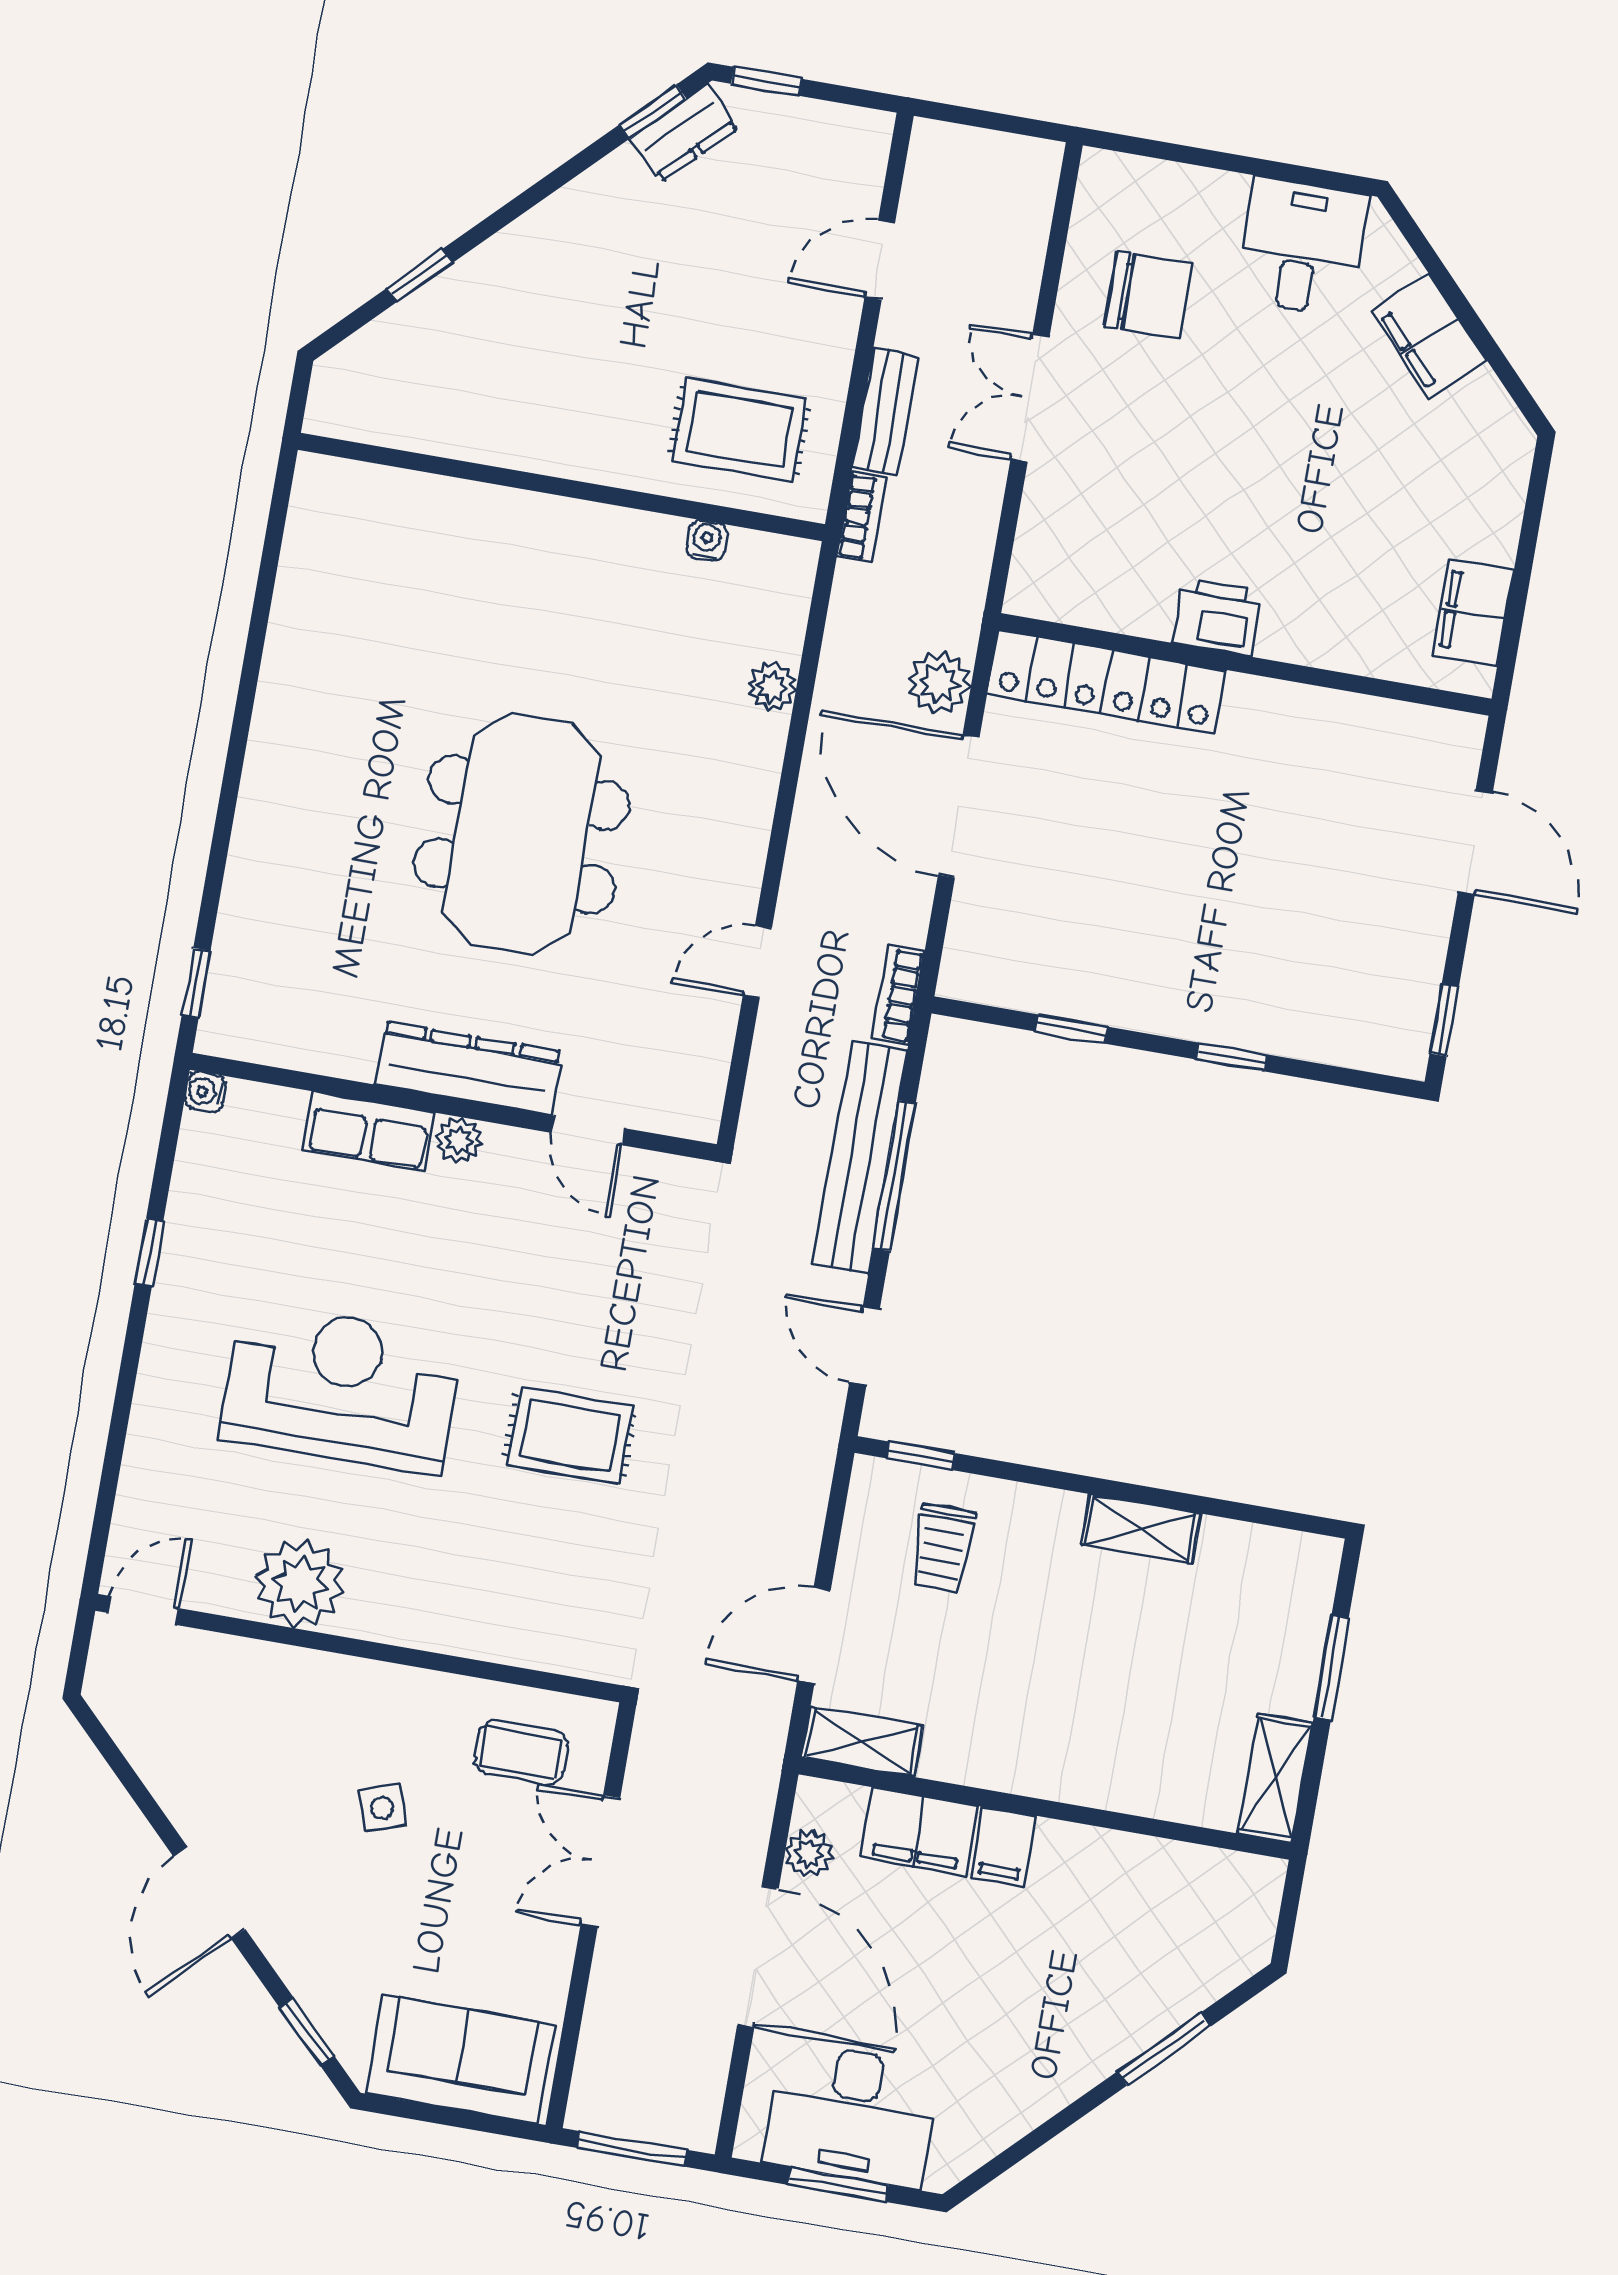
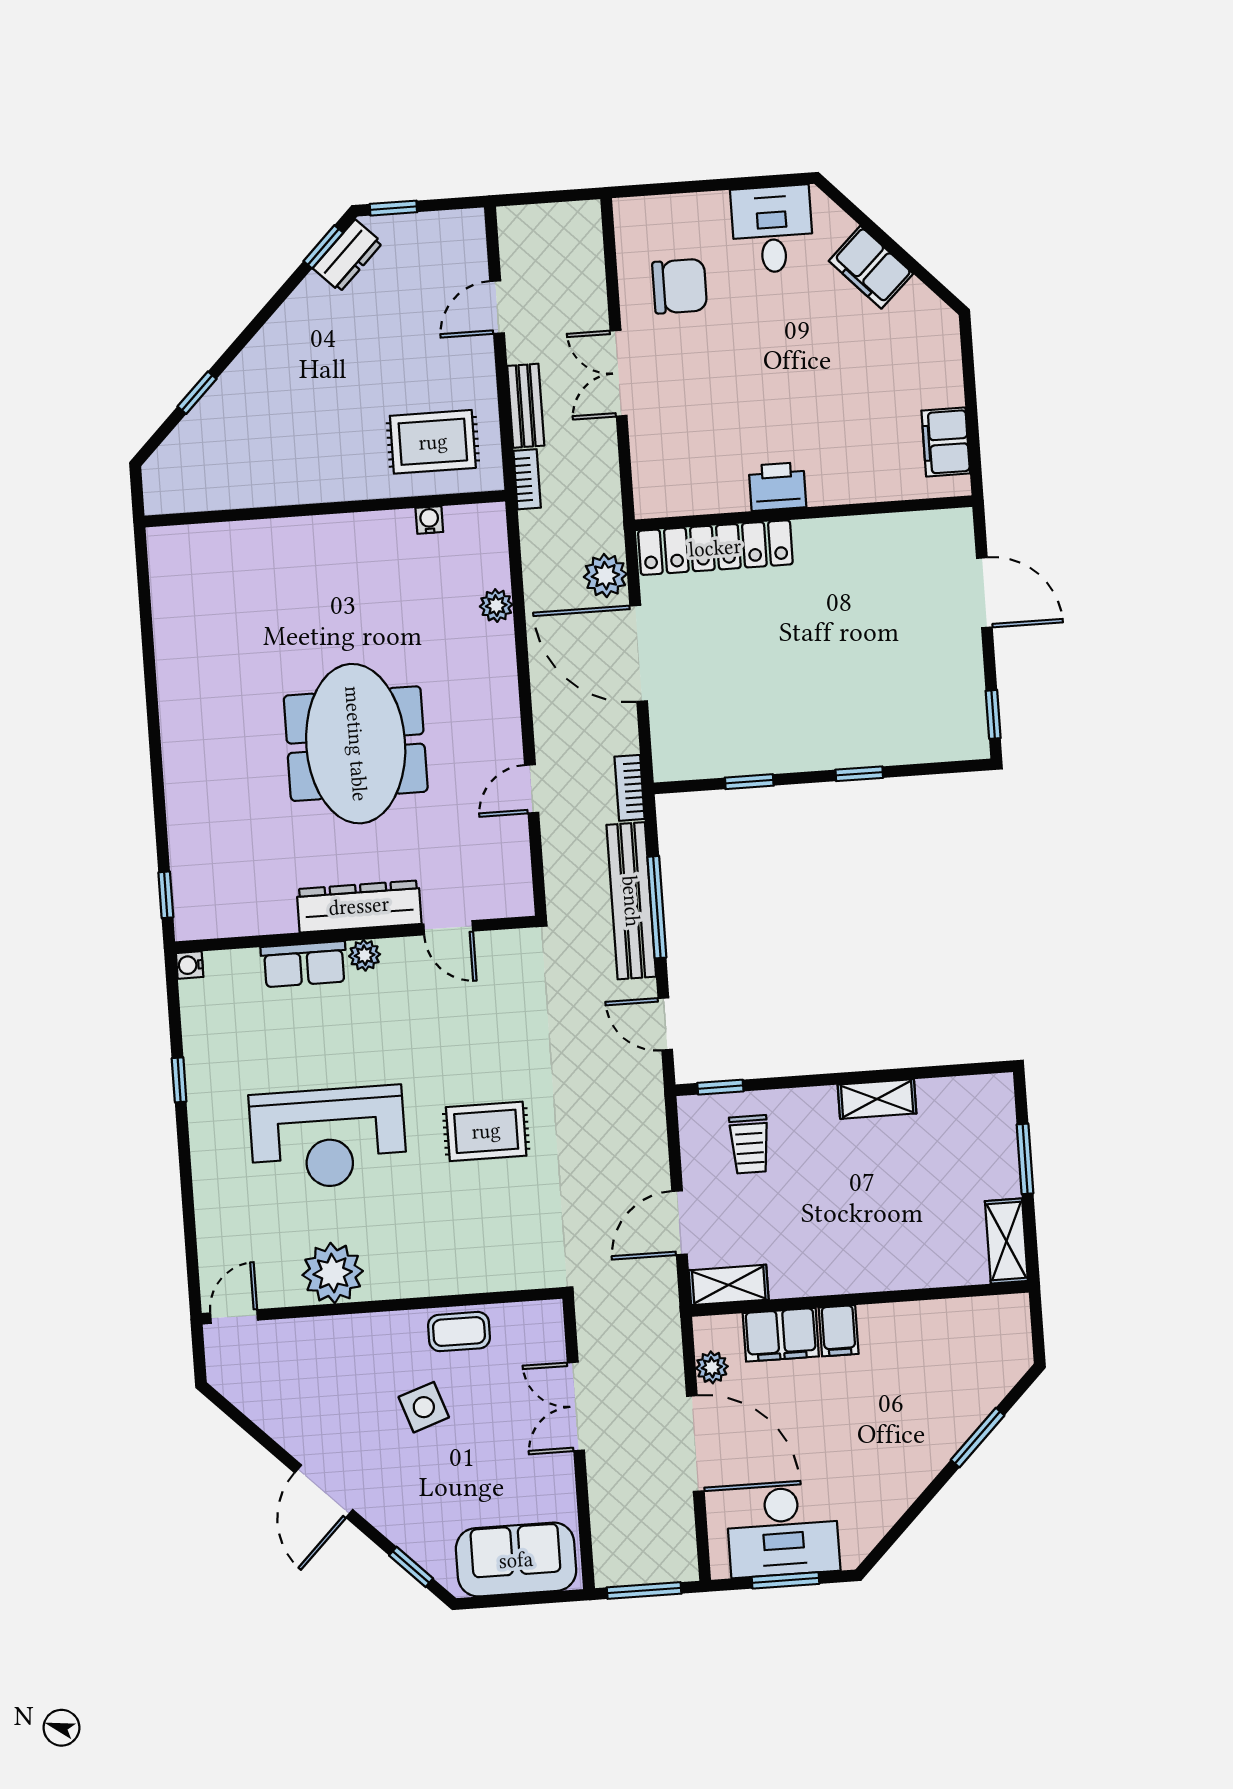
reception desk: (341, 1388) -> (328, 1138), turned 180
coffee table: (521, 1753) -> (459, 1332), moved
side table: (382, 1808) -> (424, 1407), width x1.37, depth x1.37

